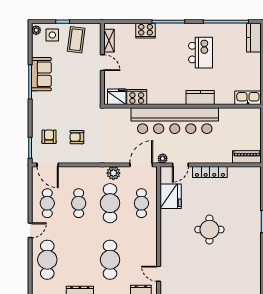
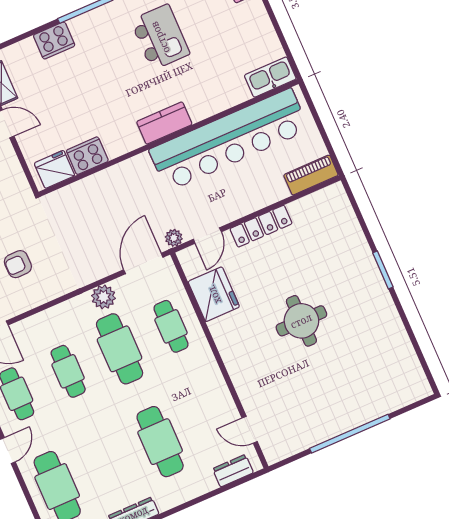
kitchen counter: (200, 98) -> (164, 123), moved
bar counter: (175, 121) -> (229, 140), moved

